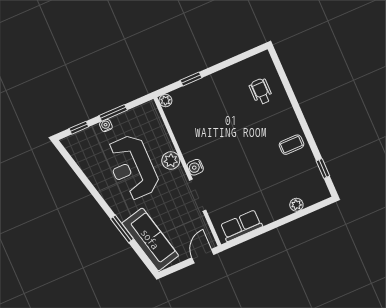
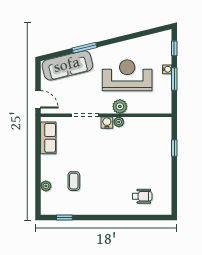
plant: (165, 100) -> (119, 122), moved
coffee table: (291, 145) -> (74, 181), moved

